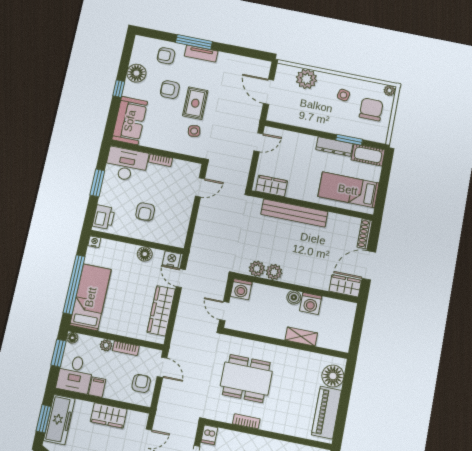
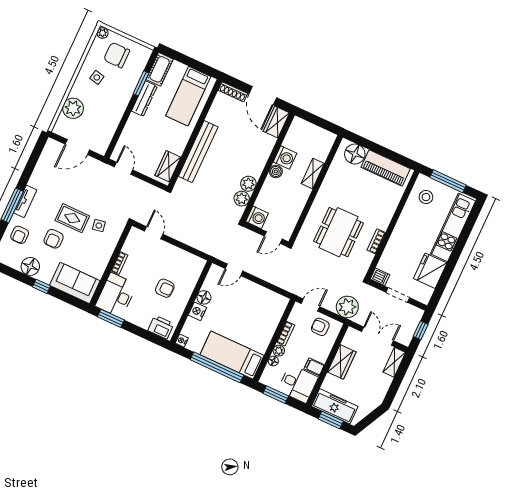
window: (97, 183) -> (111, 318), moved
nightstand: (172, 259) -> (197, 311), moved
wardrobe: (161, 311) -> (259, 294), removed
floor lamp: (72, 338) -> (273, 361), moved
plant: (169, 407) -> (347, 307), added

